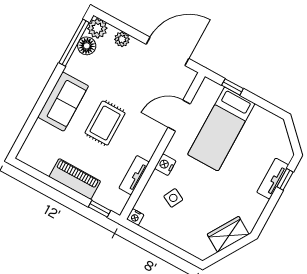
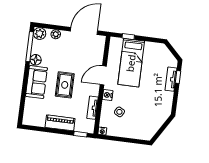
floor lamp: (87, 46) -> (36, 60), moved
door: (179, 116) -> (103, 75), moved
wardrobe: (228, 234) -> (158, 120), removed

